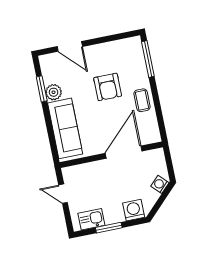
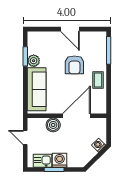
door: (70, 46) -> (70, 29), moved
boiler: (96, 170) -> (53, 125), added
washing machine: (134, 210) -> (60, 160), moved

